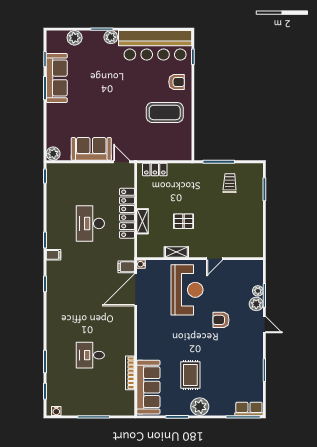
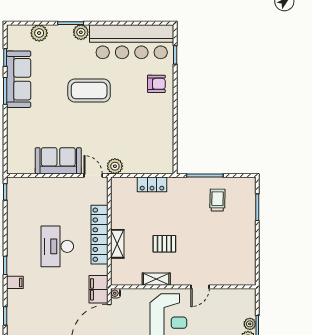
coffee table: (165, 112) -> (89, 91), moved
plant: (53, 154) -> (115, 166), moved
locker: (155, 170) -> (152, 184), moved
filing cabinet: (126, 267) -> (98, 289), width x2.00

